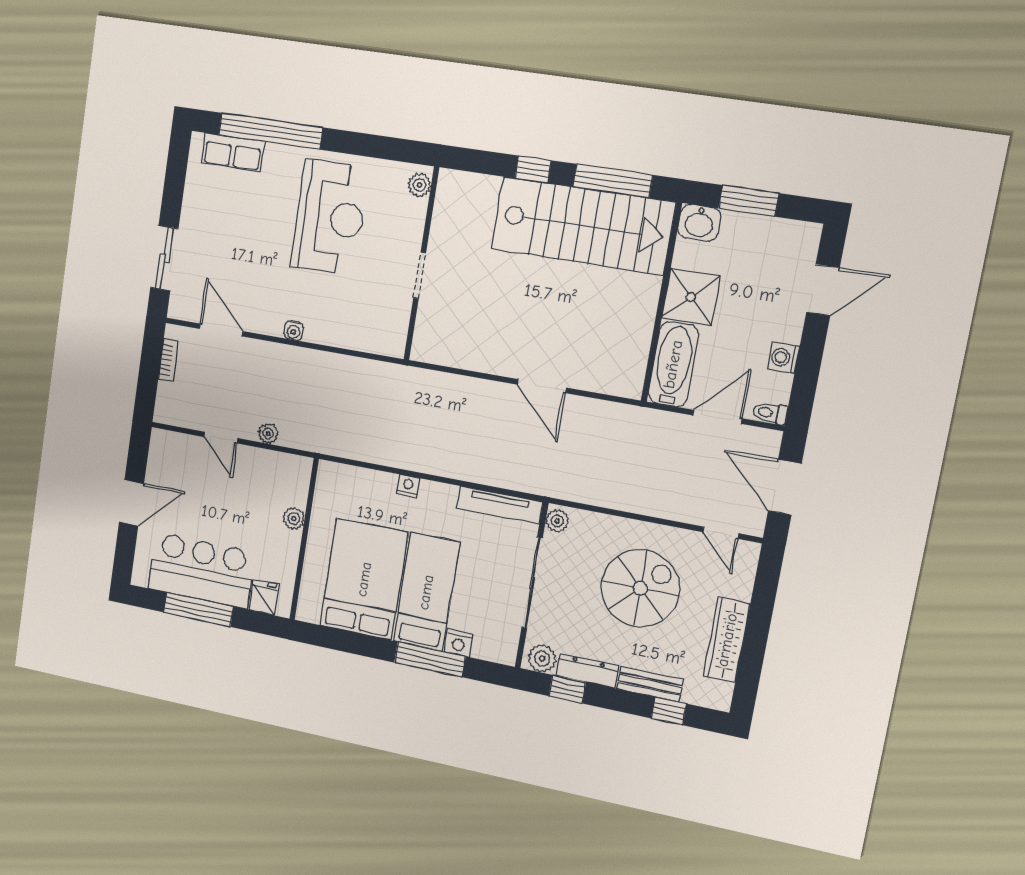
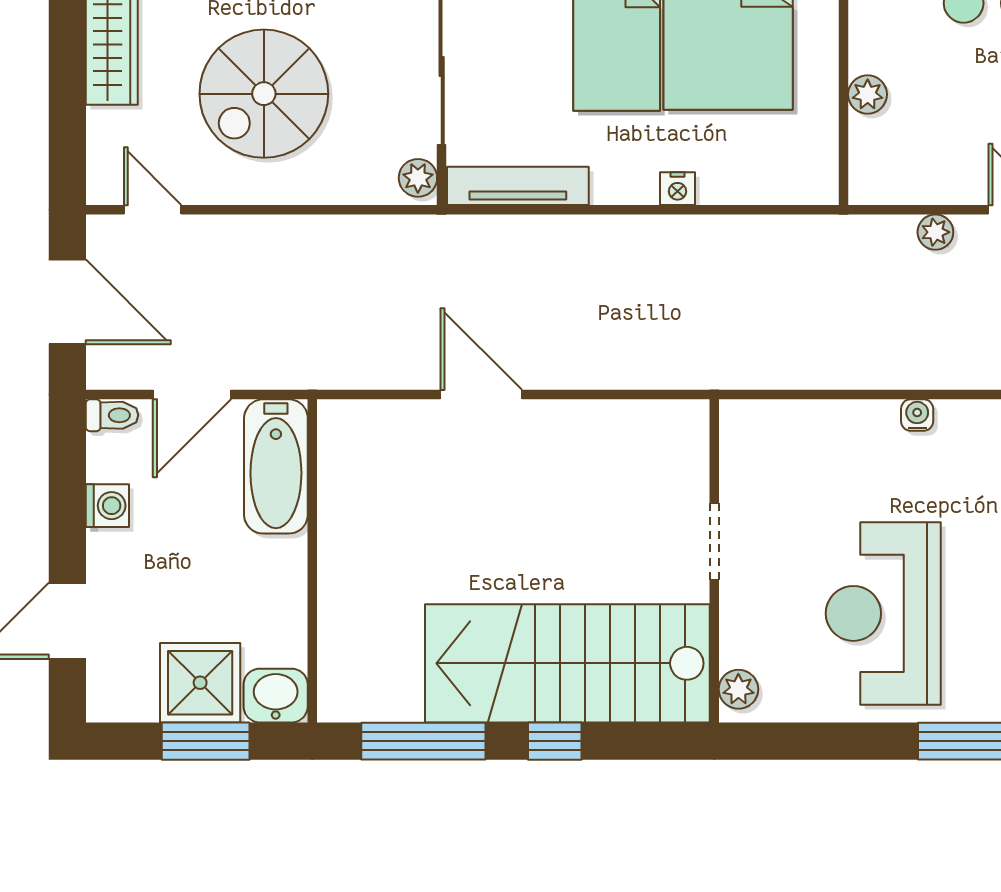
stairs: (583, 226) -> (567, 663), moved
shower: (691, 297) -> (200, 683), moved

